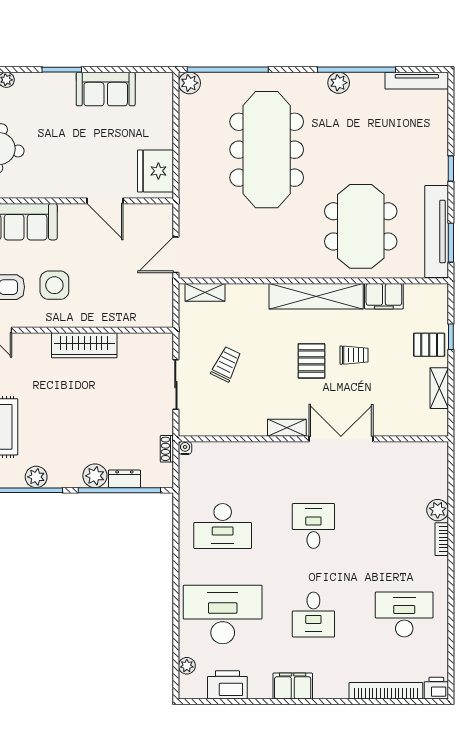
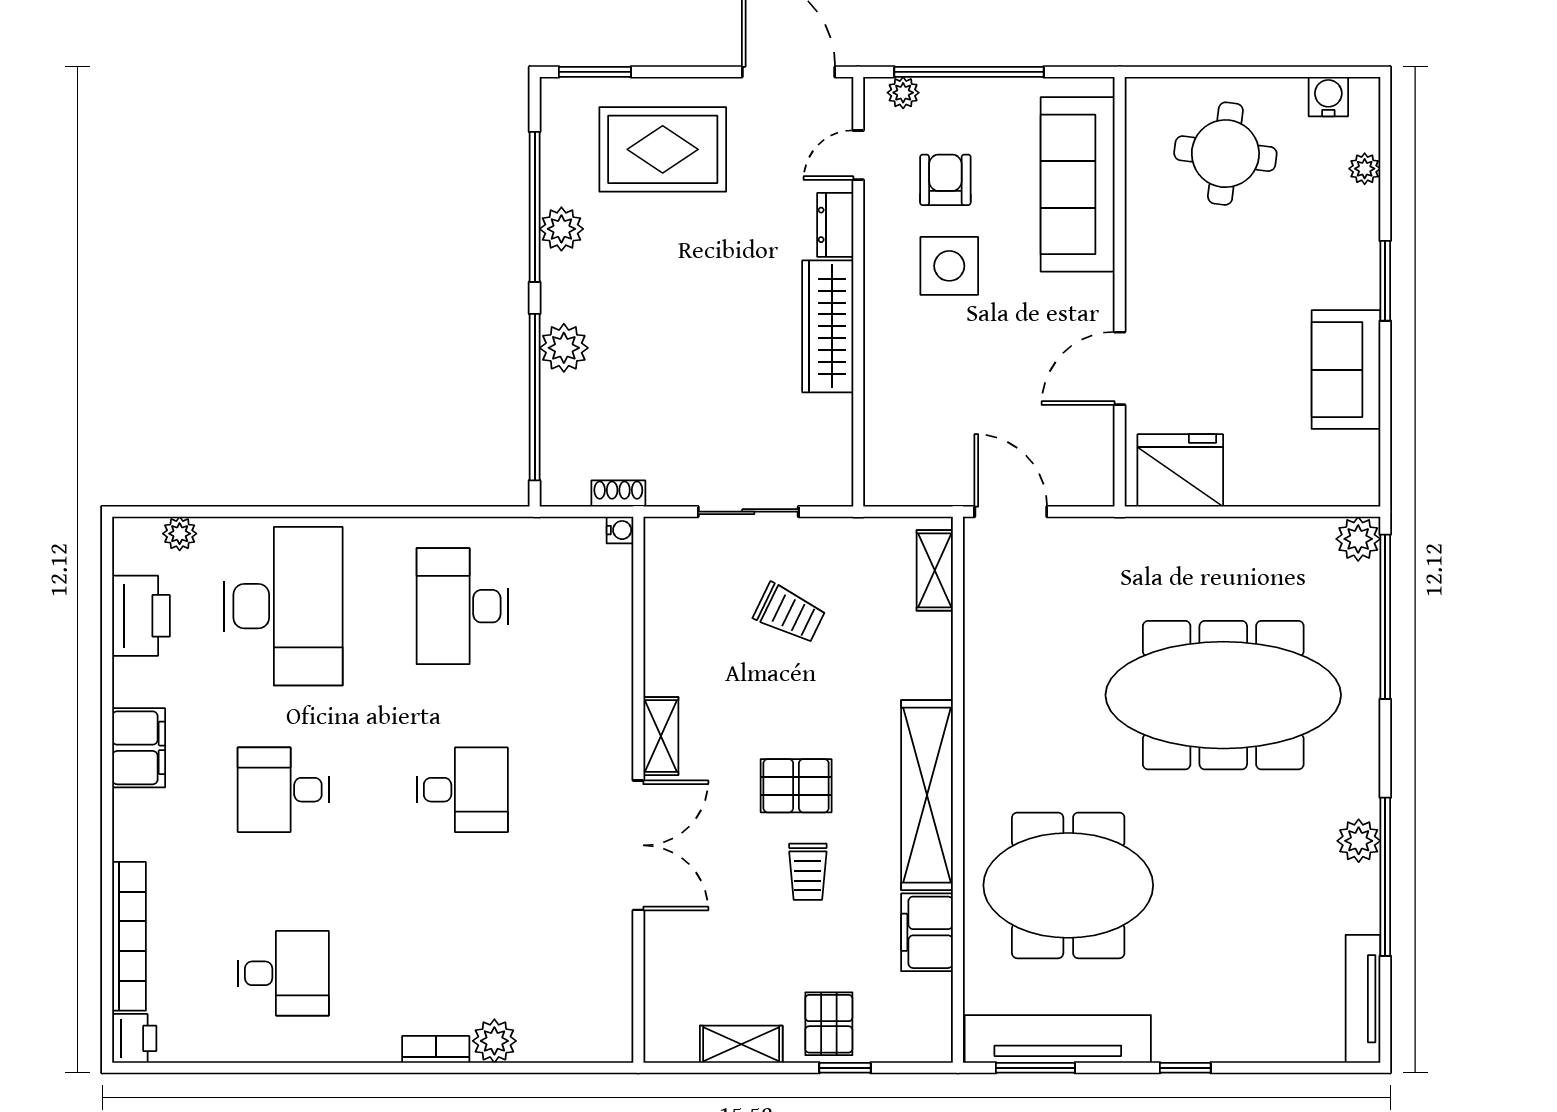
dresser: (124, 479) -> (835, 225), moved, turned 180
desk: (404, 614) -> (283, 973), width x0.73

